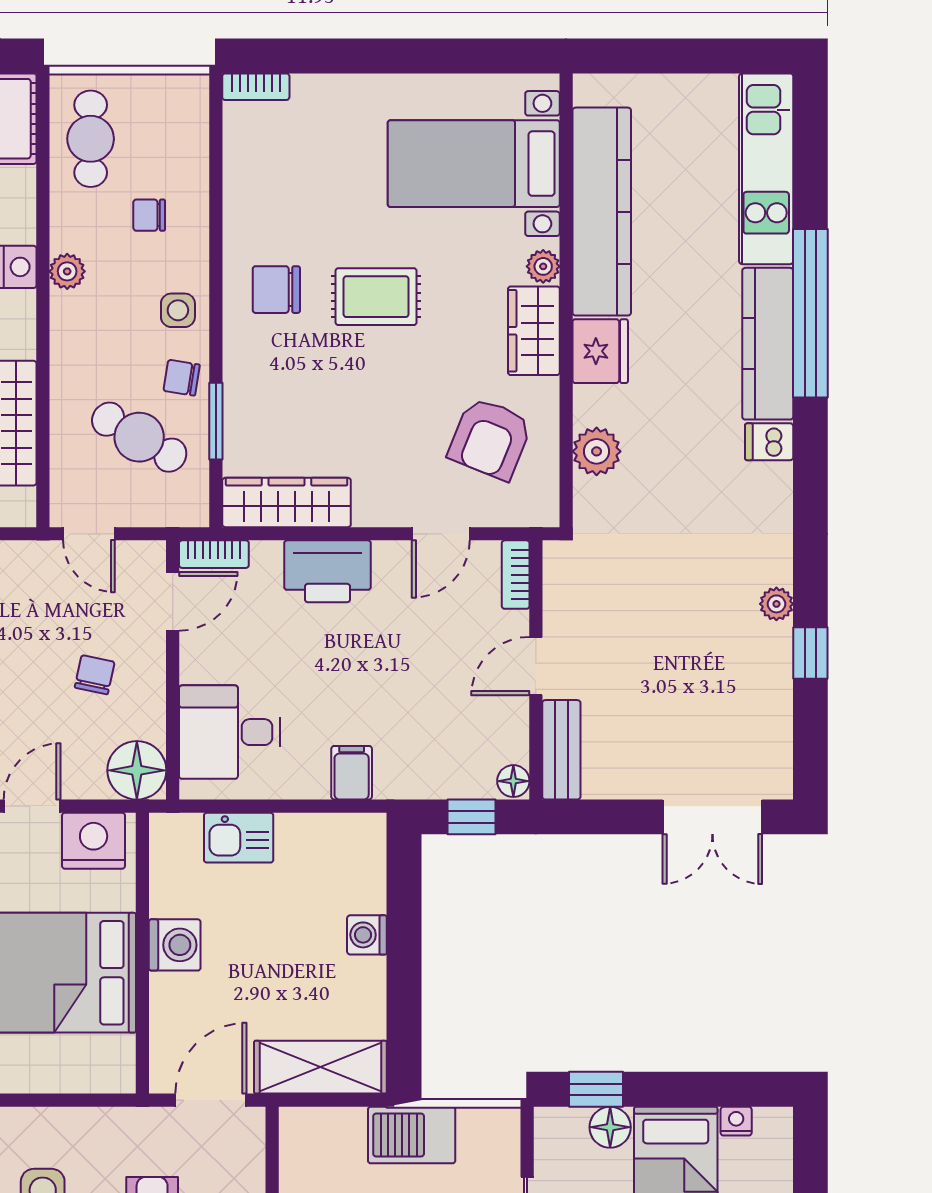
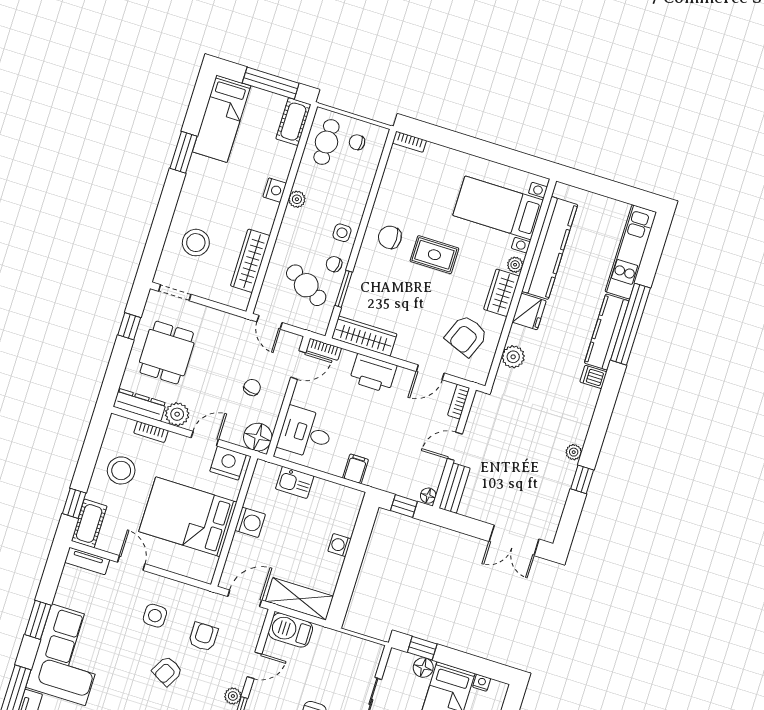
chair: (149, 215) -> (357, 142), moved
barbecue: (412, 1135) -> (291, 630), moved

